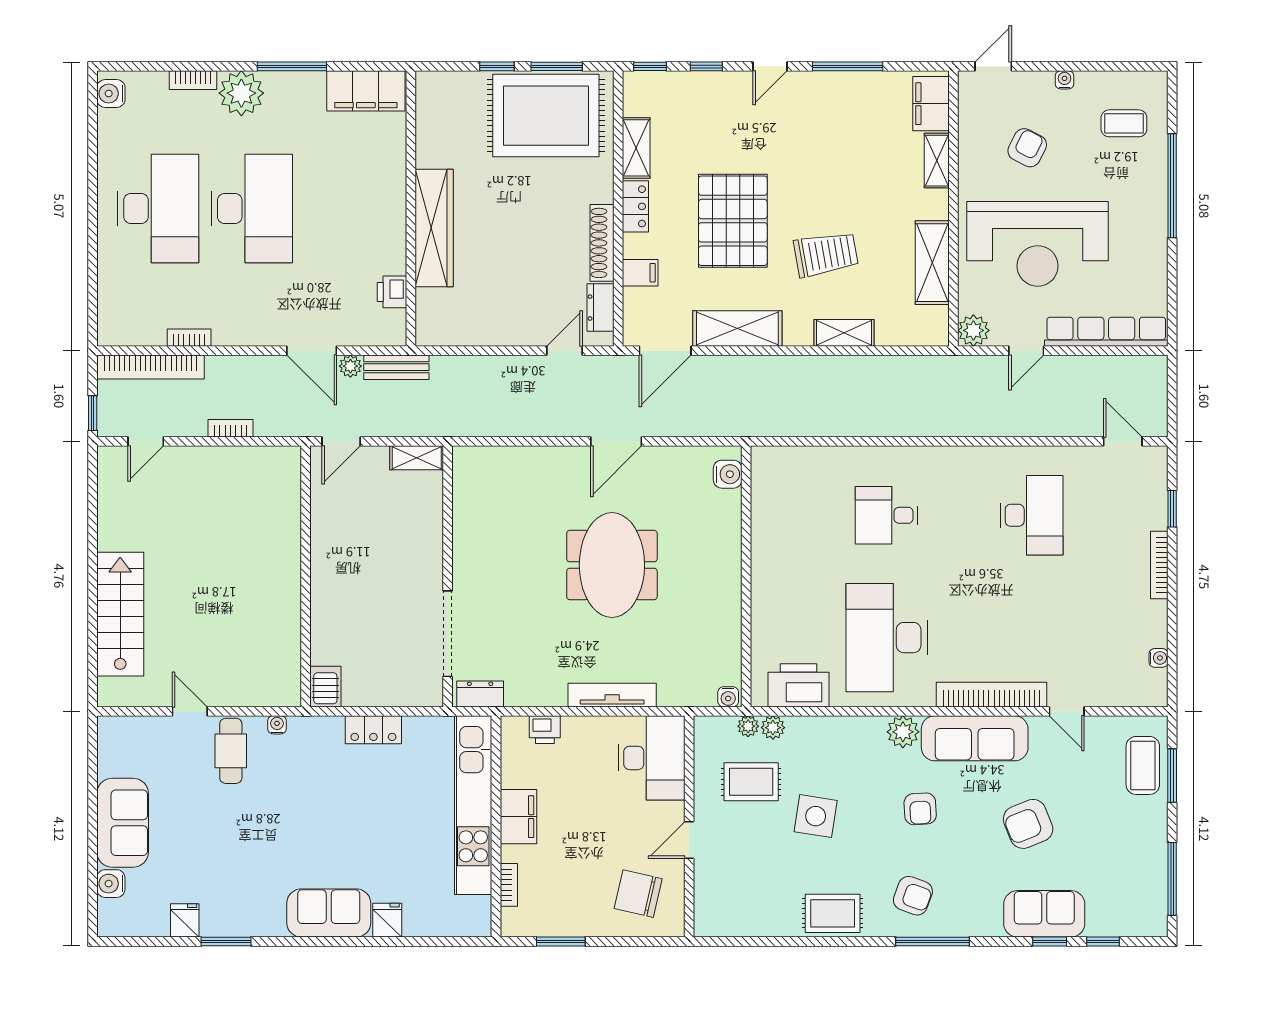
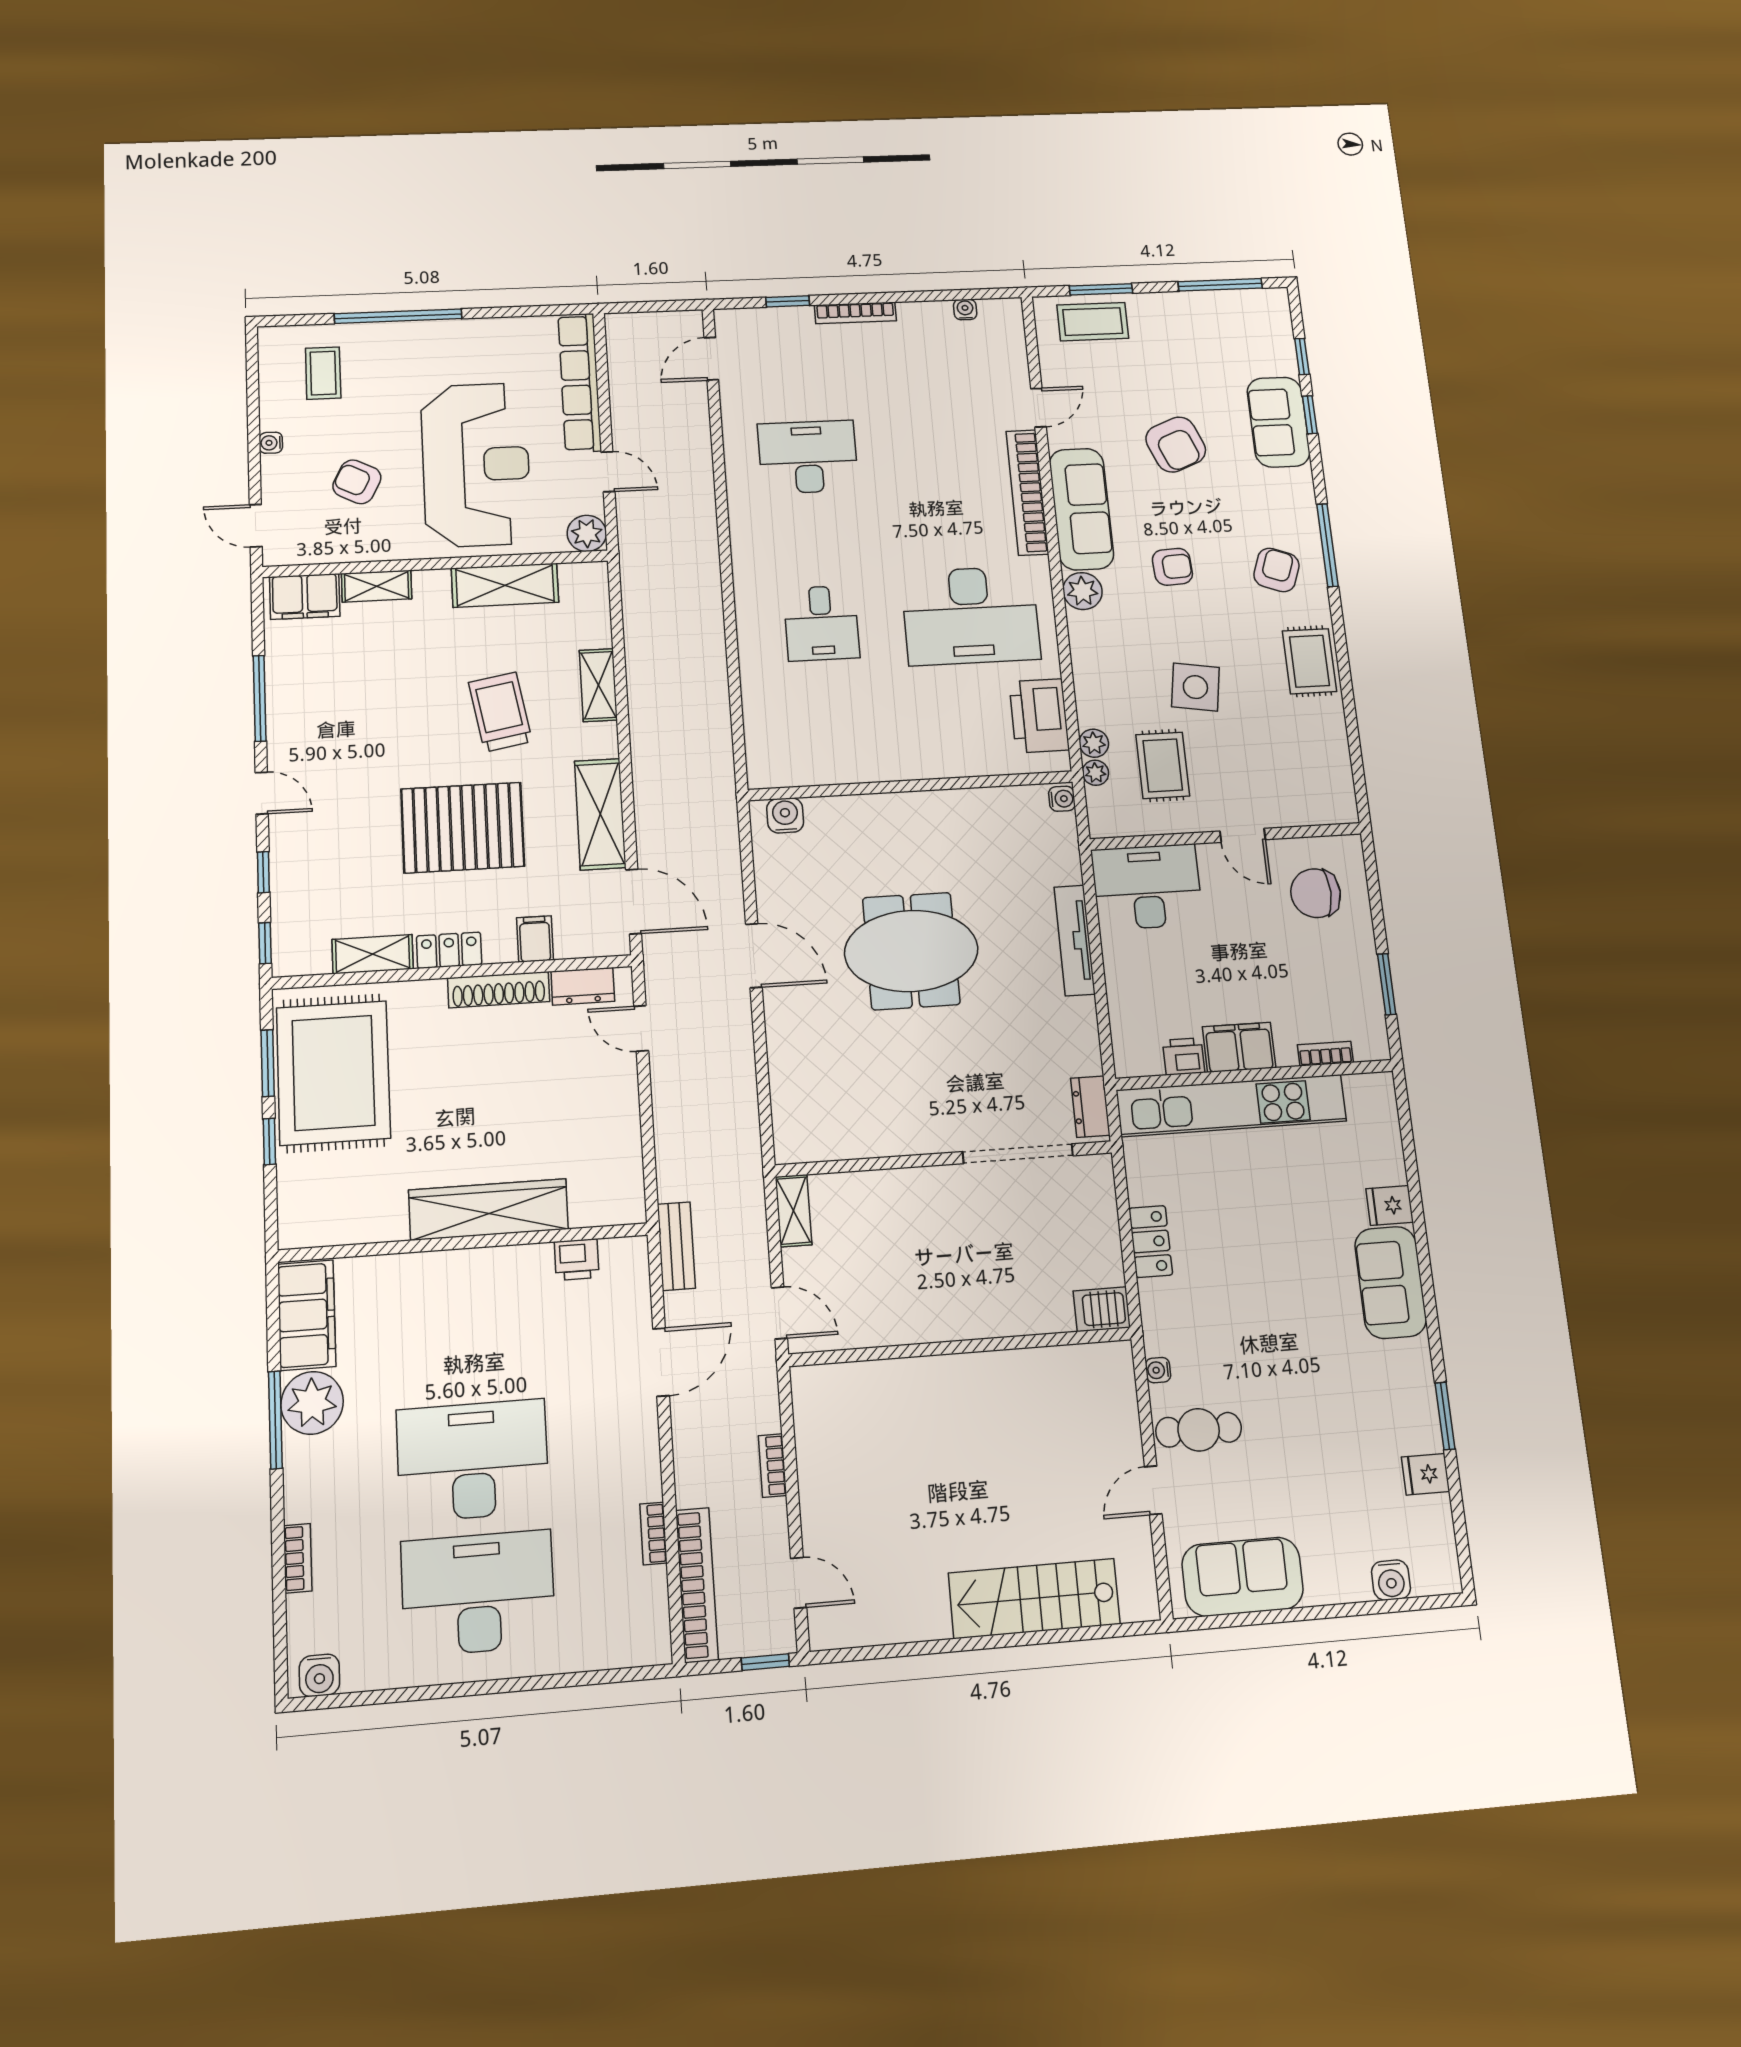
plant: (241, 93) -> (312, 1403), moved
plant: (350, 366) -> (679, 1308), removed
printer: (545, 730) -> (1184, 1056), moved, turned -90
sofa: (123, 823) -> (1243, 1577), moved
chair: (638, 894) -> (1316, 893), turned 77

